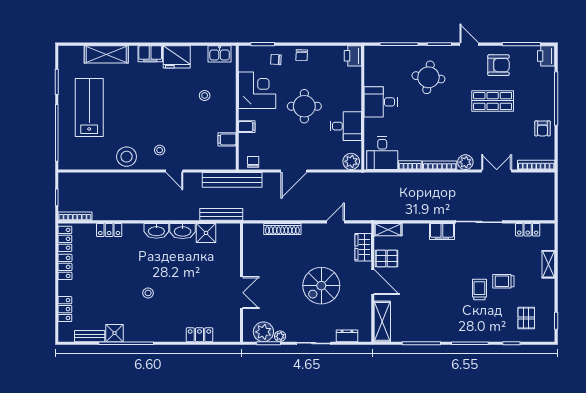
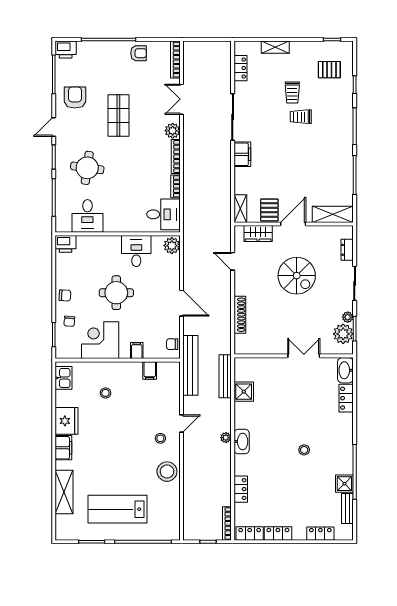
shop shelf: (493, 101) -> (118, 115), moved
desk: (381, 102) -> (87, 216), moved
plant: (160, 215) -> (226, 438), added
washbasin: (183, 231) -> (345, 370), moved, turned 180

